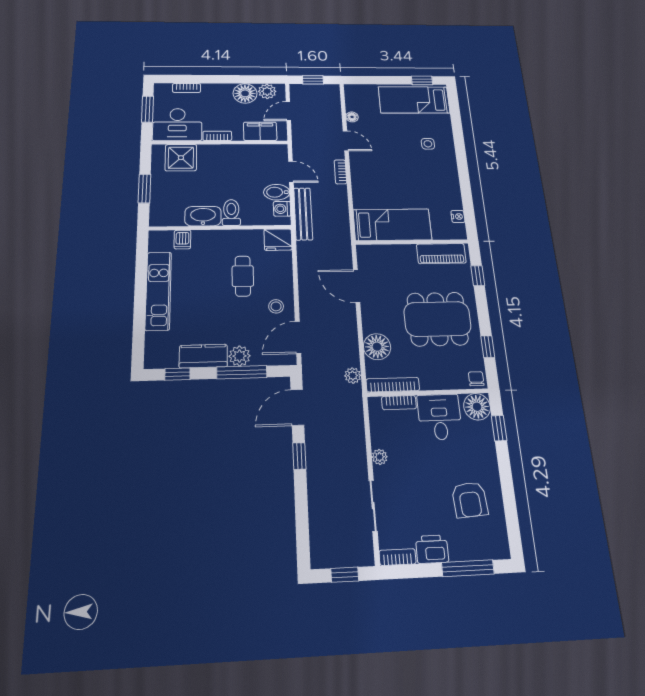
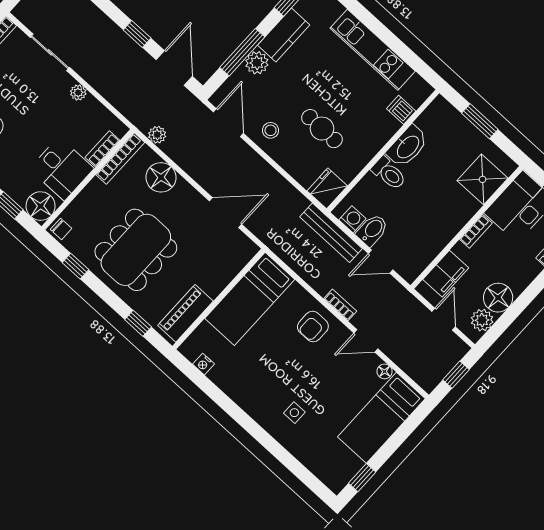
bed: (414, 100) -> (381, 418), moved, turned 180
armchair: (369, 176) -> (313, 327), added

